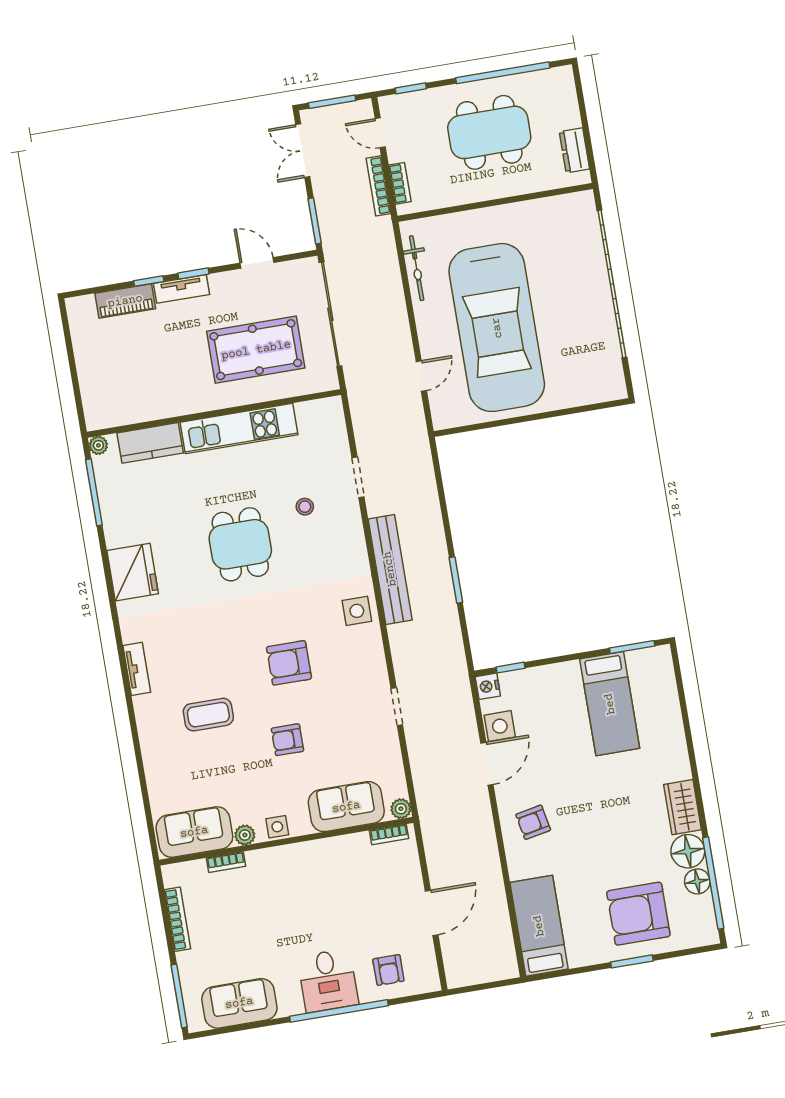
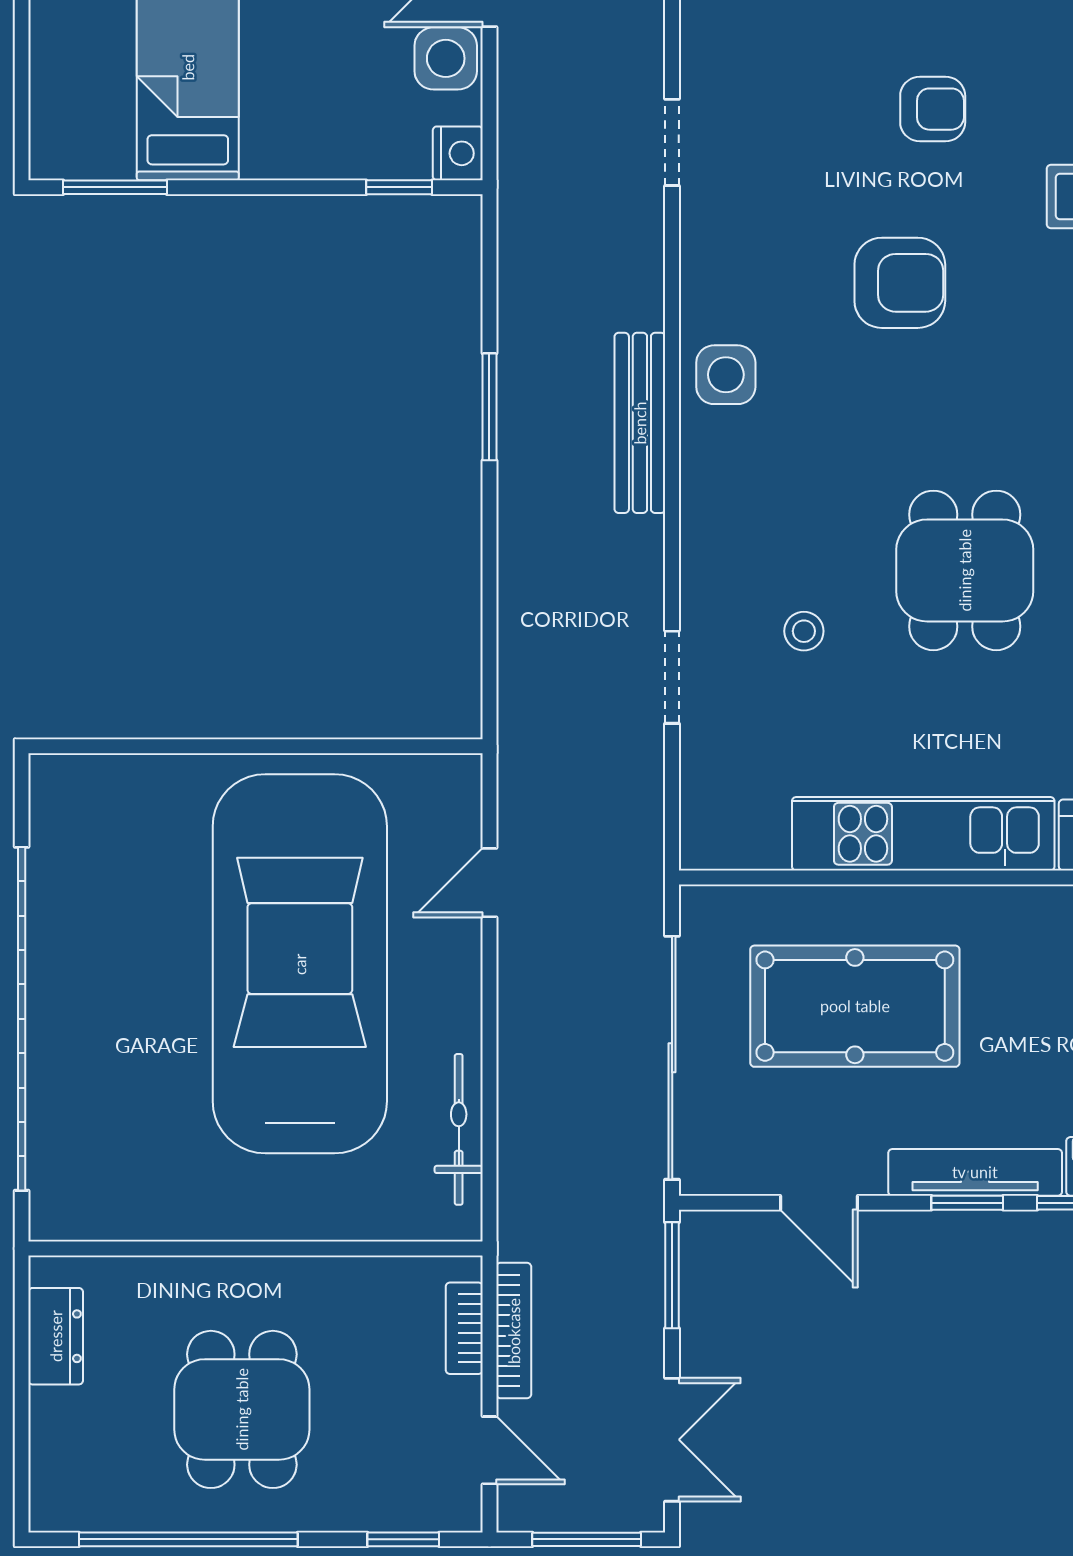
dining table: (489, 132) -> (242, 1409), width x0.73
tv unit: (181, 289) -> (975, 1172), width x1.41
bench: (390, 569) -> (640, 423), width x0.73, depth x0.82

